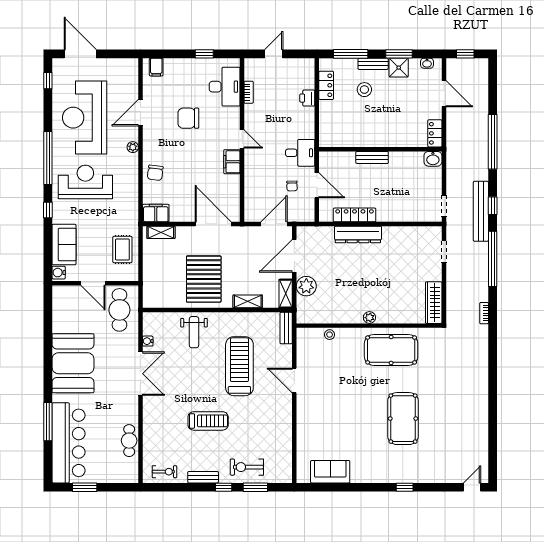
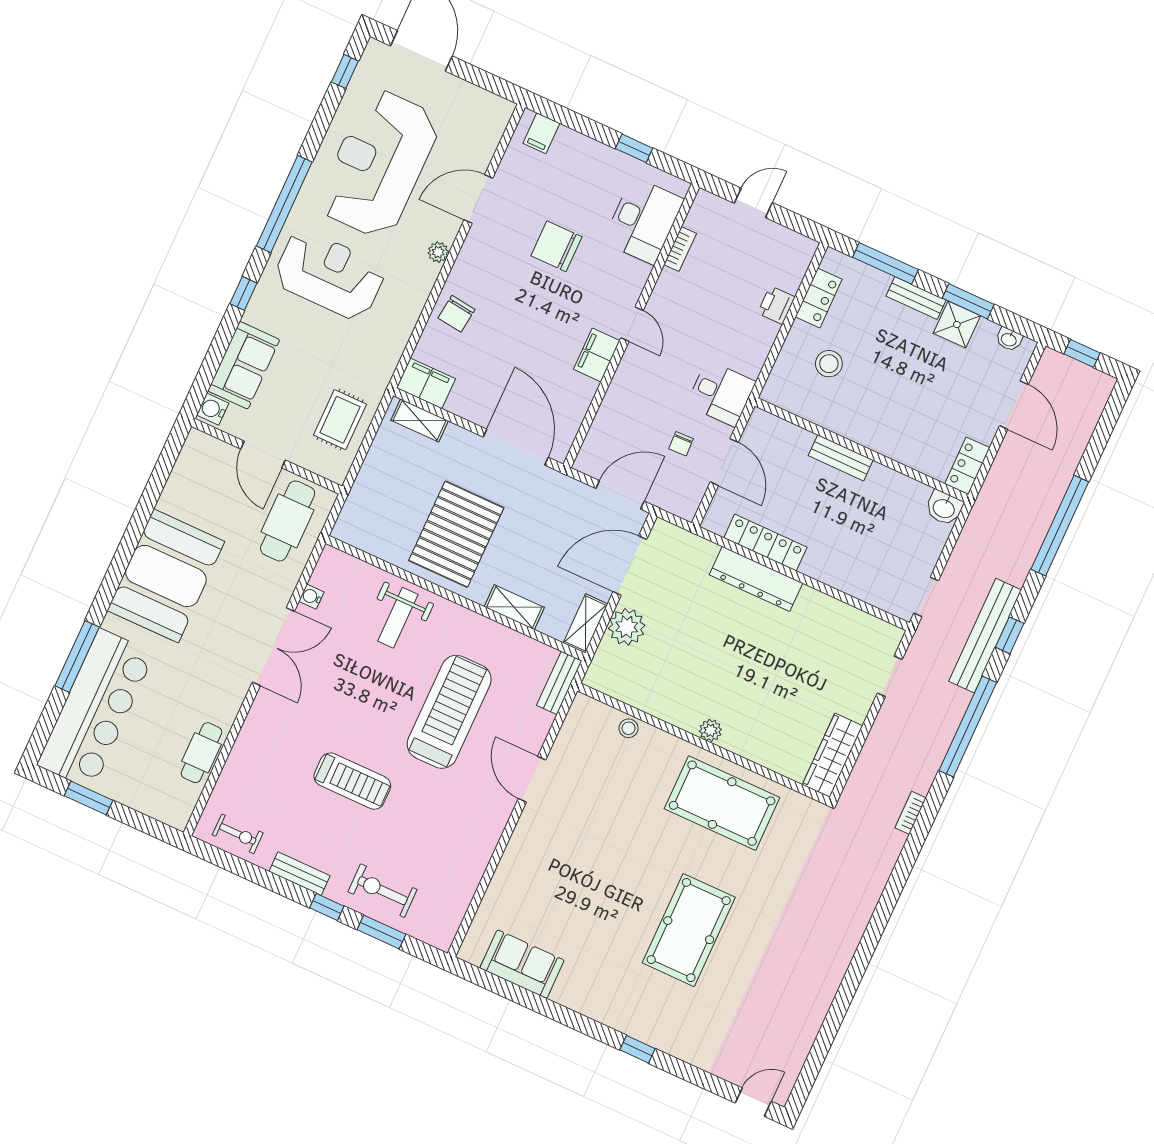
stool: (364, 90) -> (829, 364), moved

